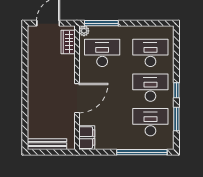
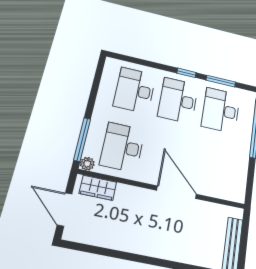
filing cabinet: (87, 138) -> (230, 191), removed

